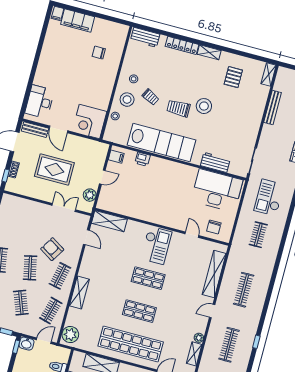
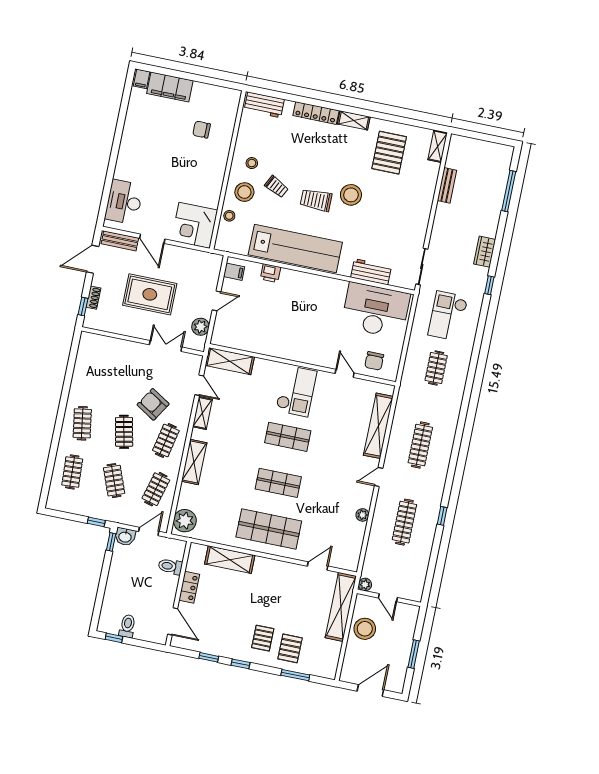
pallet: (233, 77) -> (389, 153), width x1.50, depth x1.42
bench: (273, 107) -> (447, 185), width x0.73
shop shelf: (131, 344) -> (269, 529), width x0.71
shelving: (194, 354) -> (202, 413), moved

